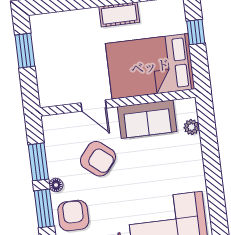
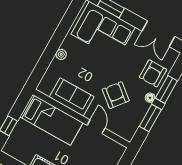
bed: (150, 66) -> (51, 120), width x0.67
plant: (192, 127) -> (61, 54), moved

